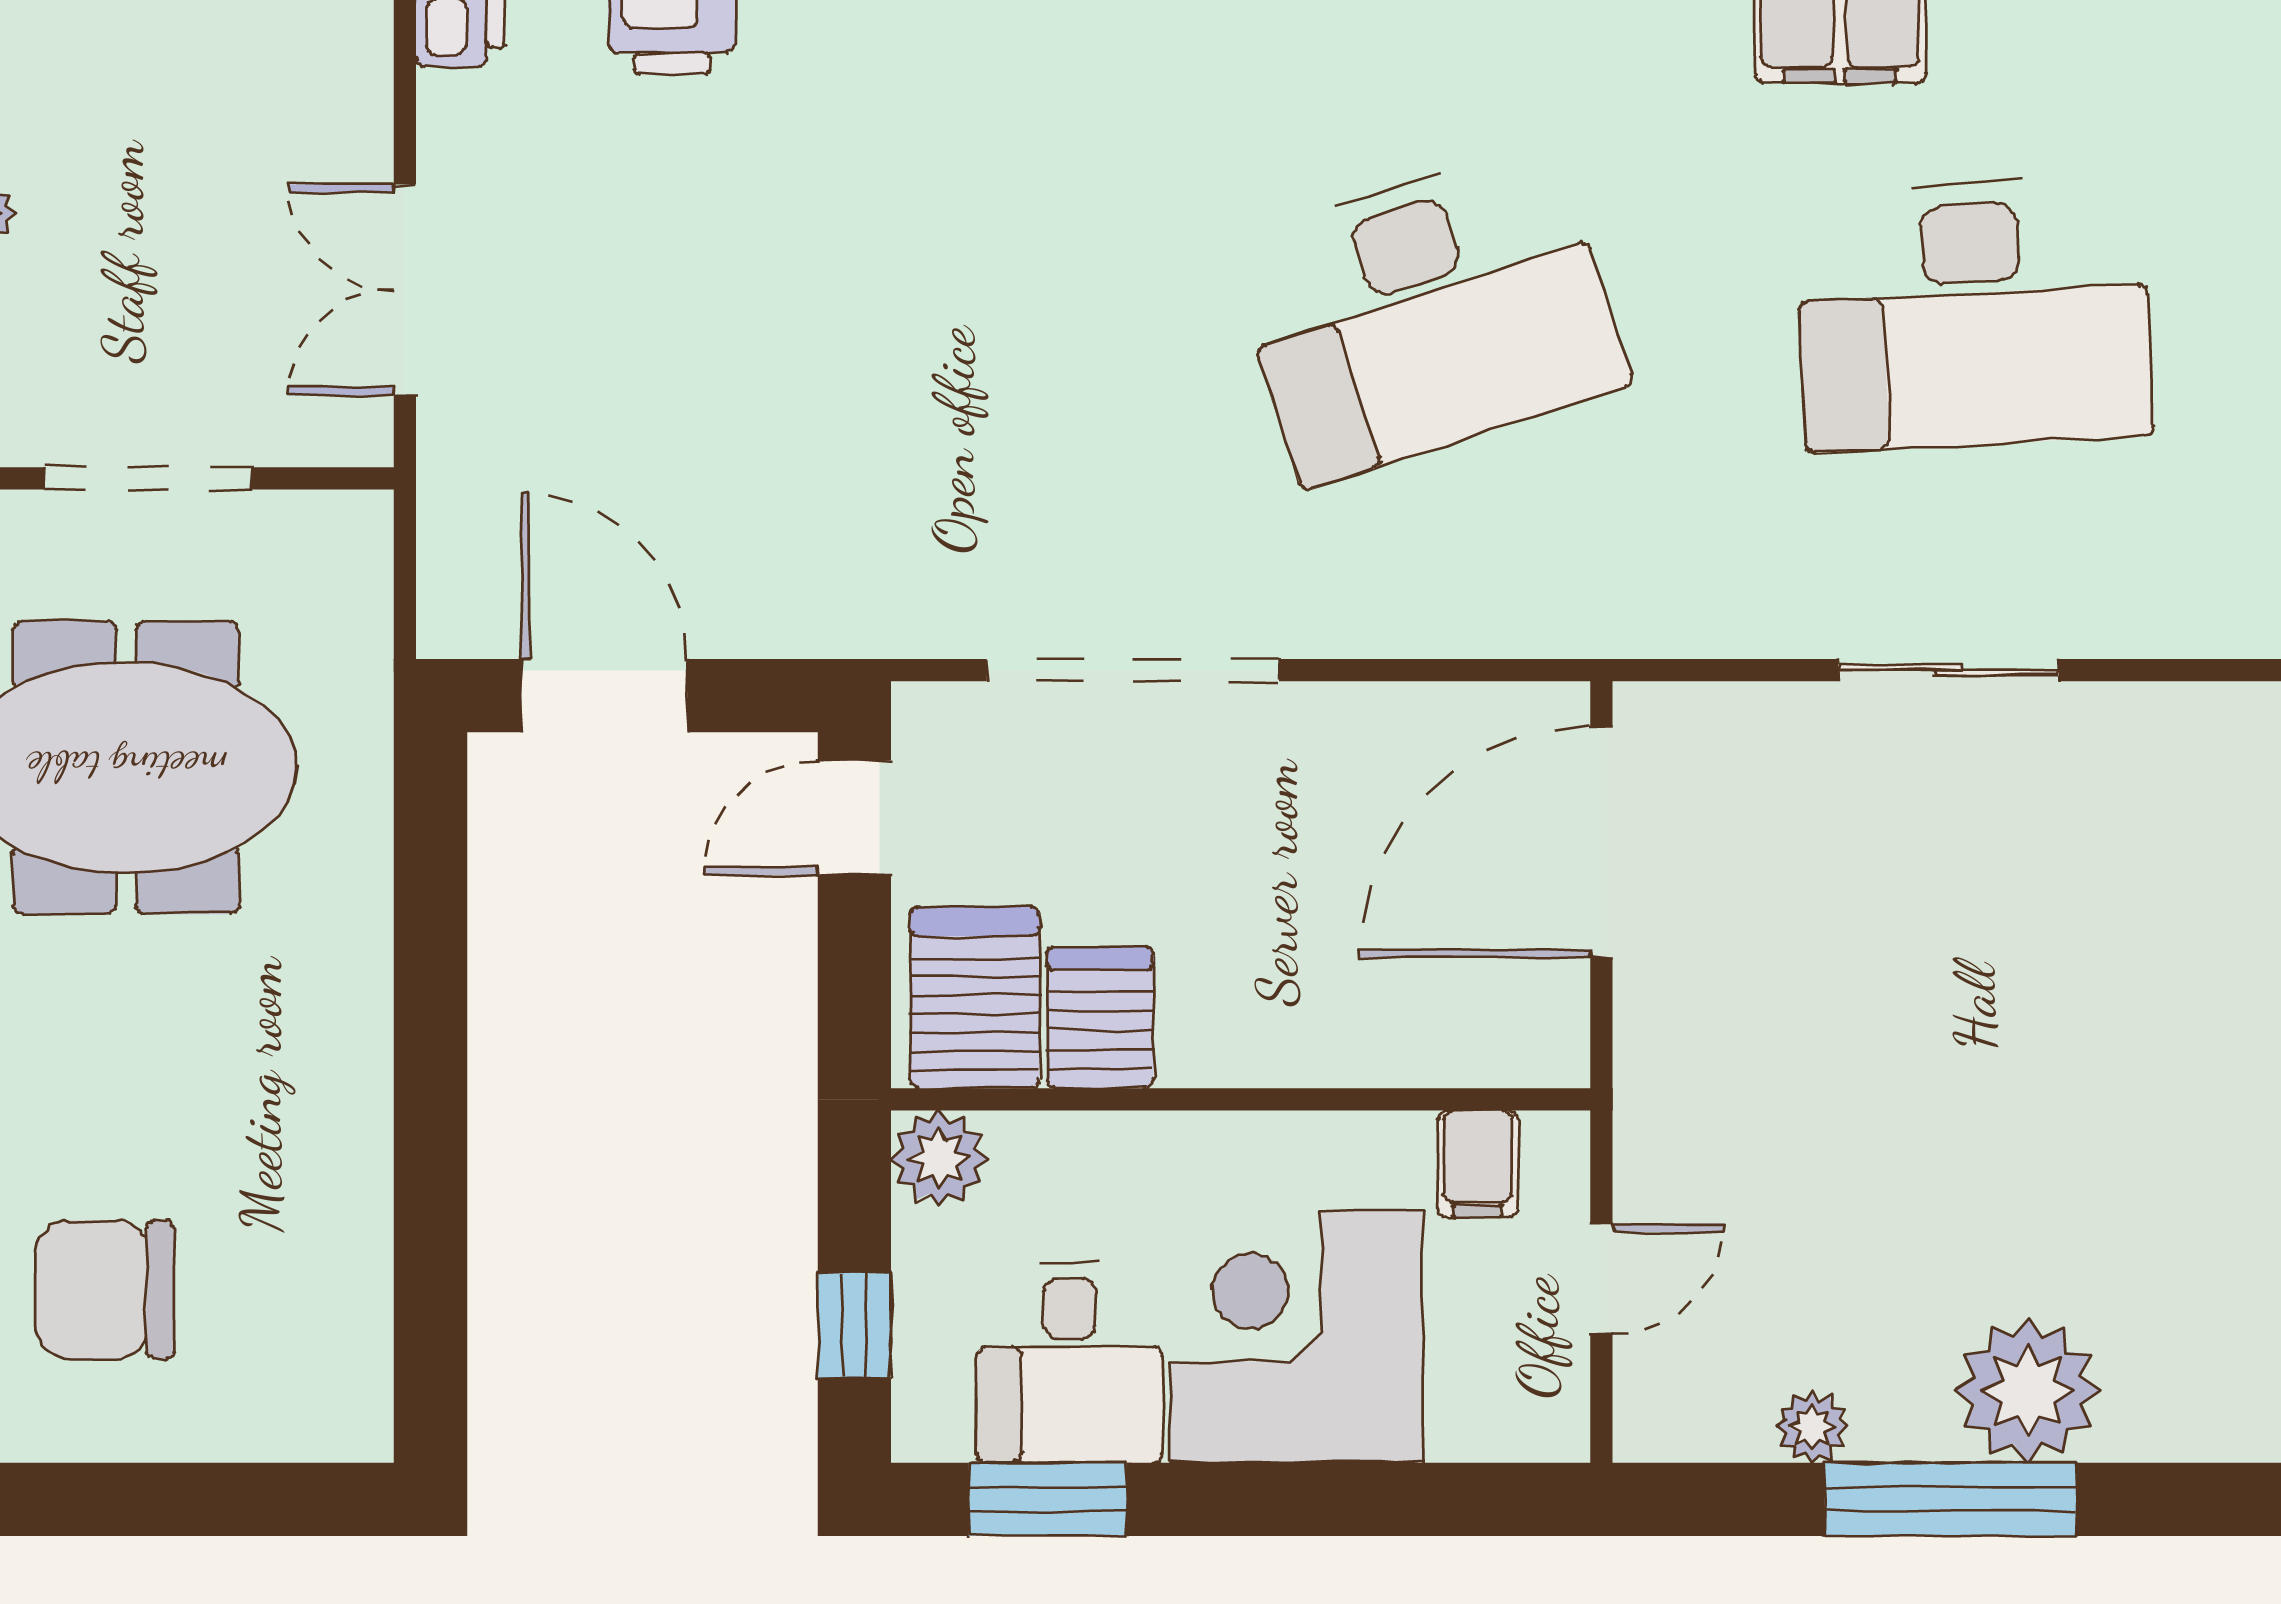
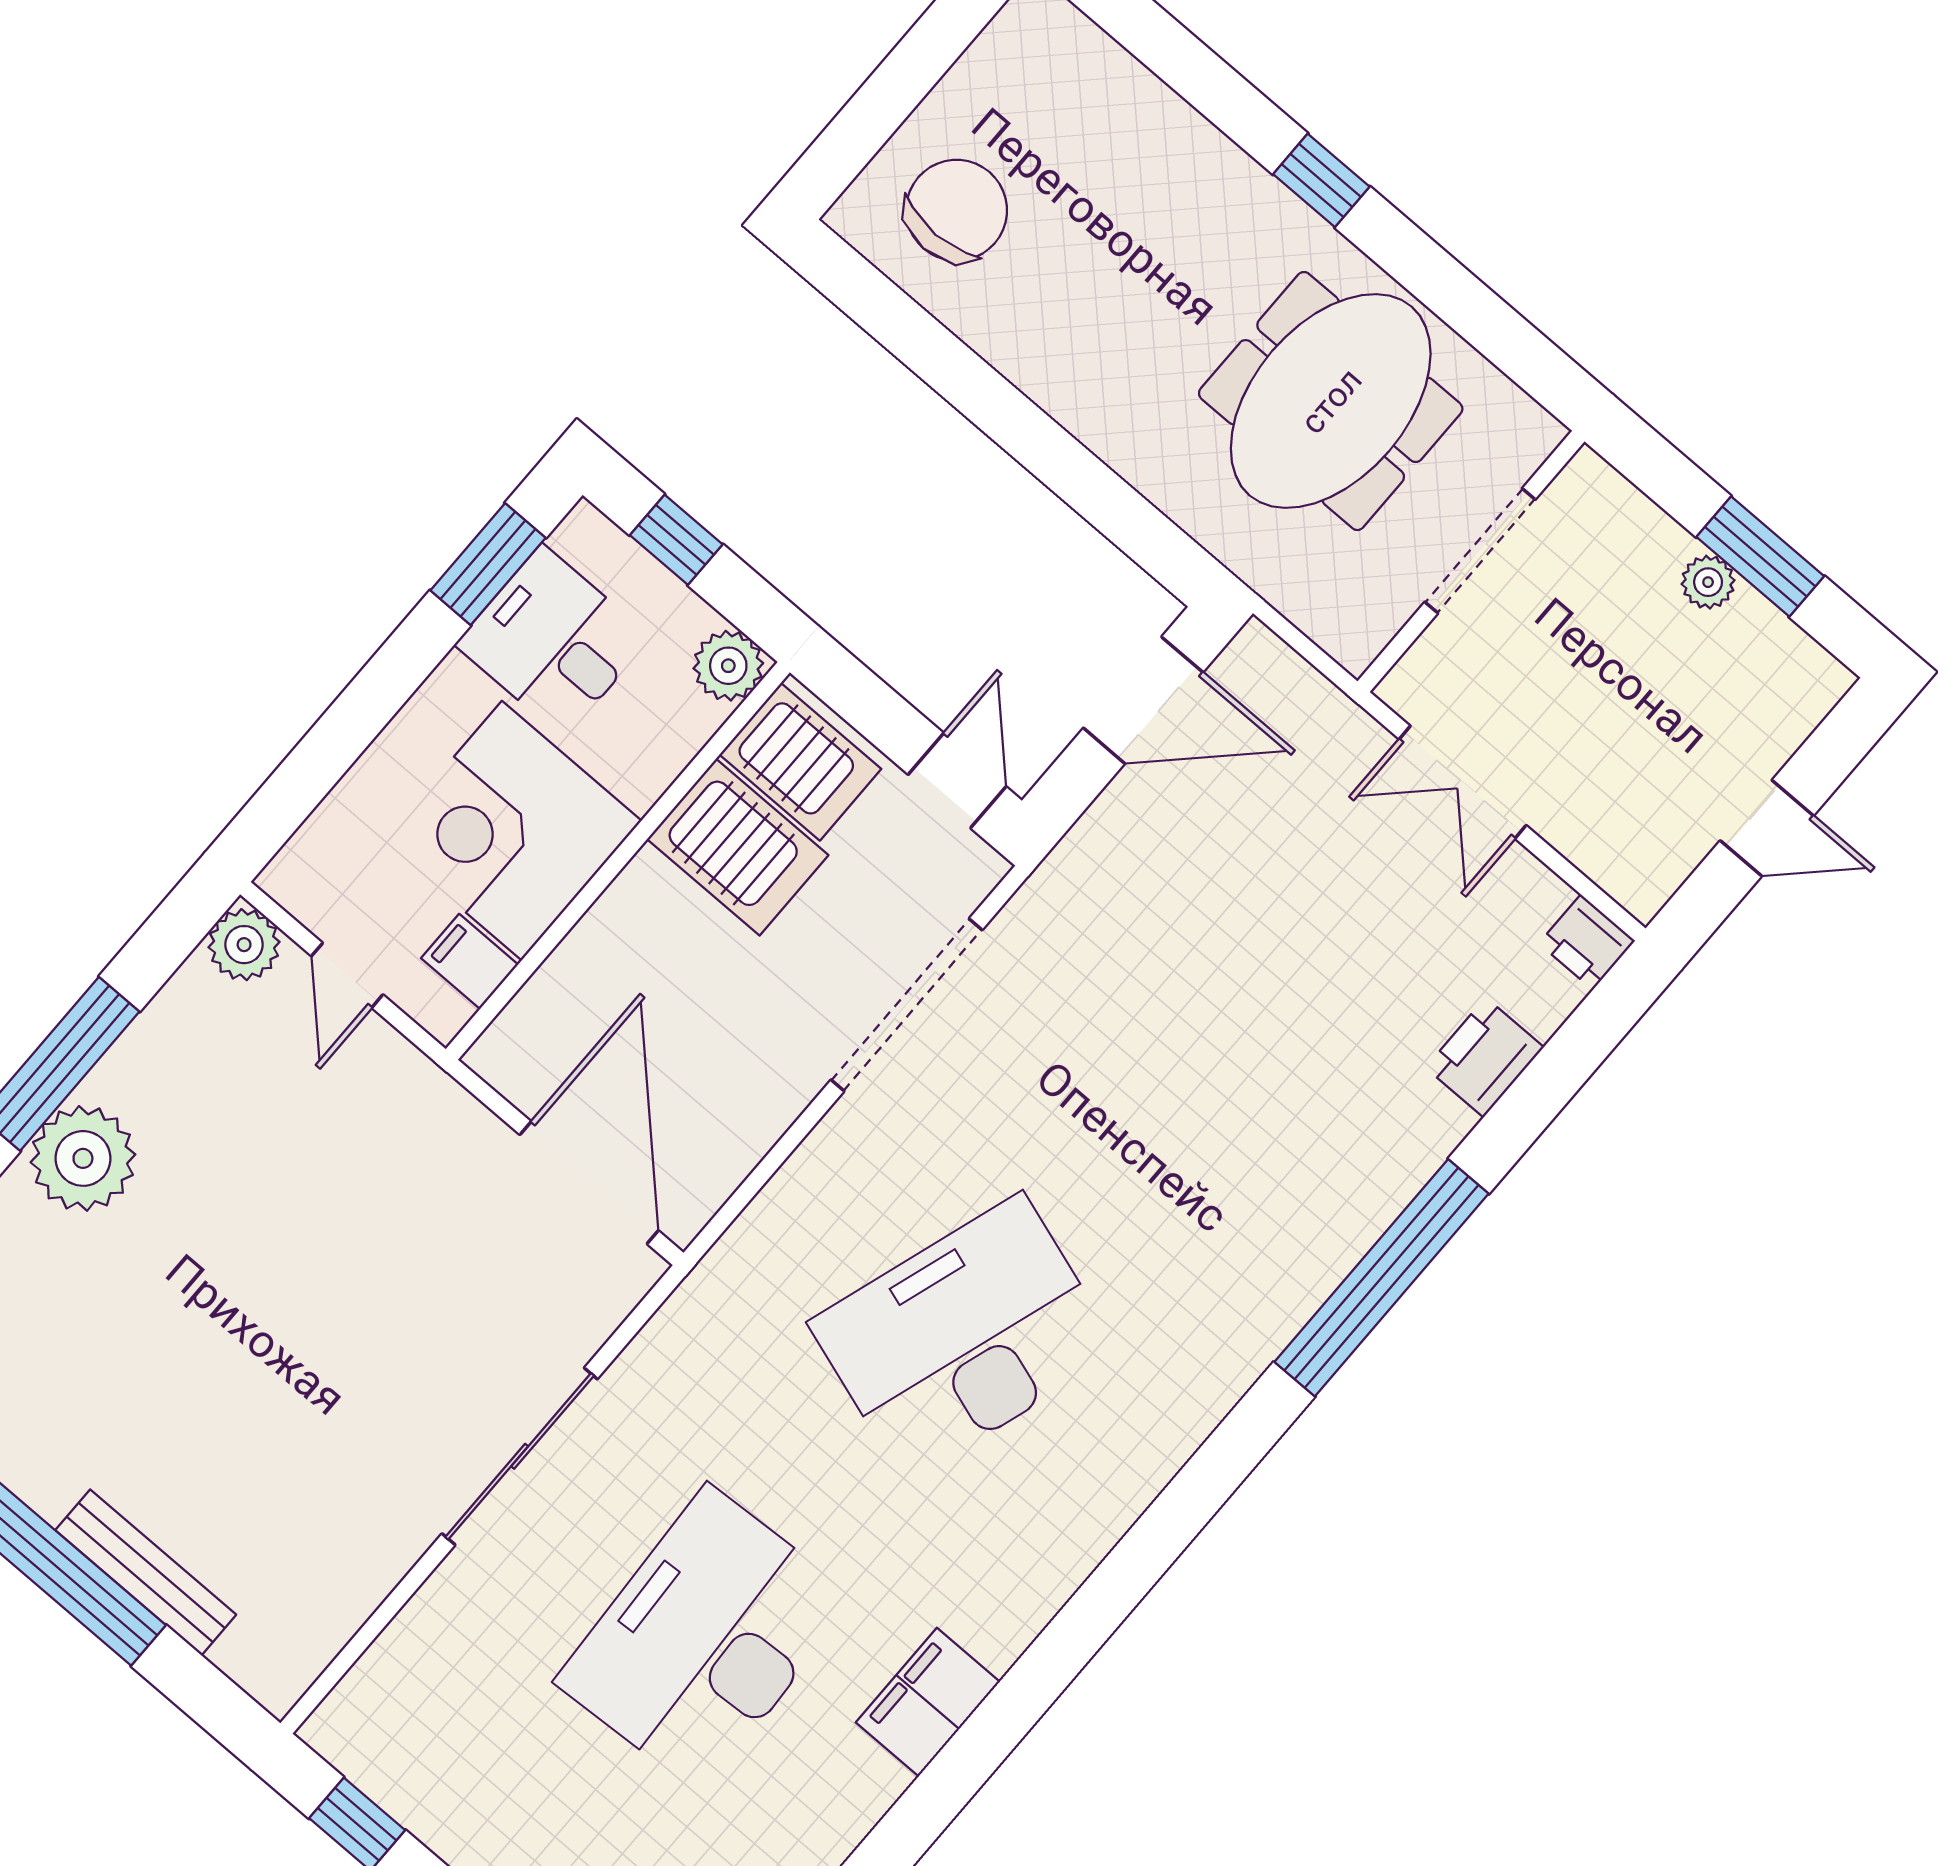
double door: (405, 290) -> (1463, 782), swing flipped
desk: (1428, 314) -> (964, 1337), turned 36
sliding door: (1948, 670) -> (520, 1456), width x1.37
server rack: (1100, 1018) -> (738, 847), width x1.36, depth x1.44
chair: (105, 1289) -> (957, 210), moved
corner desk: (1296, 1336) -> (512, 831), moved, turned 180
plant: (1812, 1427) -> (244, 945), moved, width x1.38, depth x1.38

